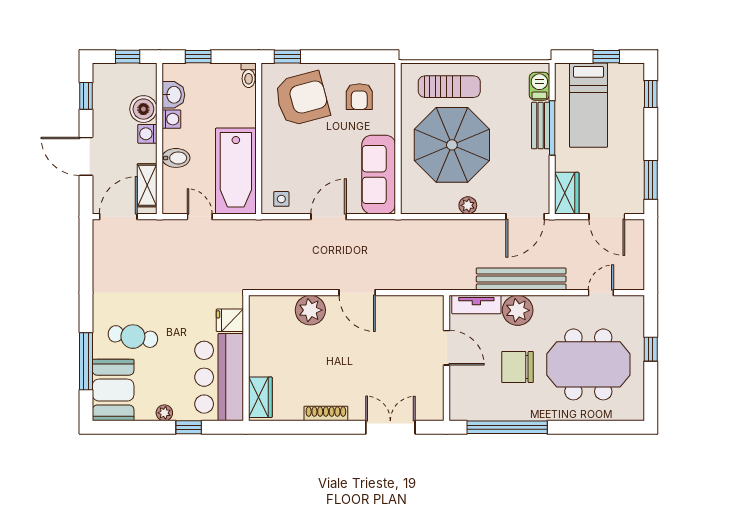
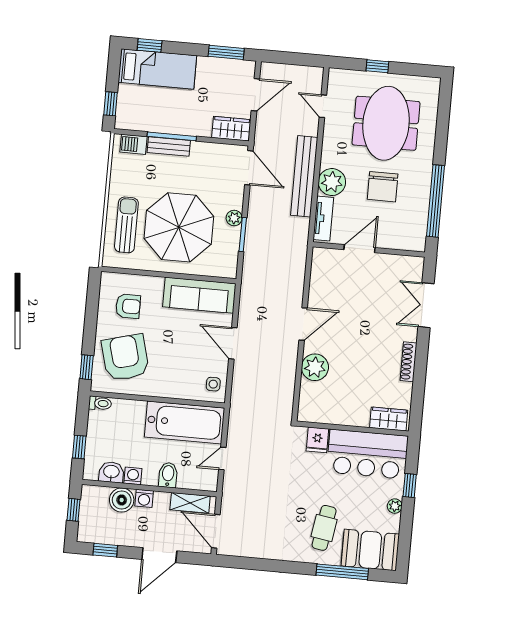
window: (606, 57) -> (111, 104), moved
bed: (589, 105) -> (157, 69), moved
window: (450, 217) -> (243, 235), added

